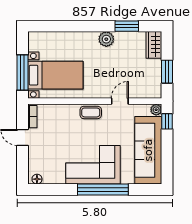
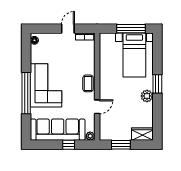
window: (127, 26) -> (157, 84), moved
window: (22, 72) -> (131, 29), moved
bed with nightstands: (55, 75) -> (134, 55), moved
door: (120, 101) -> (97, 107), hinge flipped
window: (167, 121) -> (69, 145), moved

